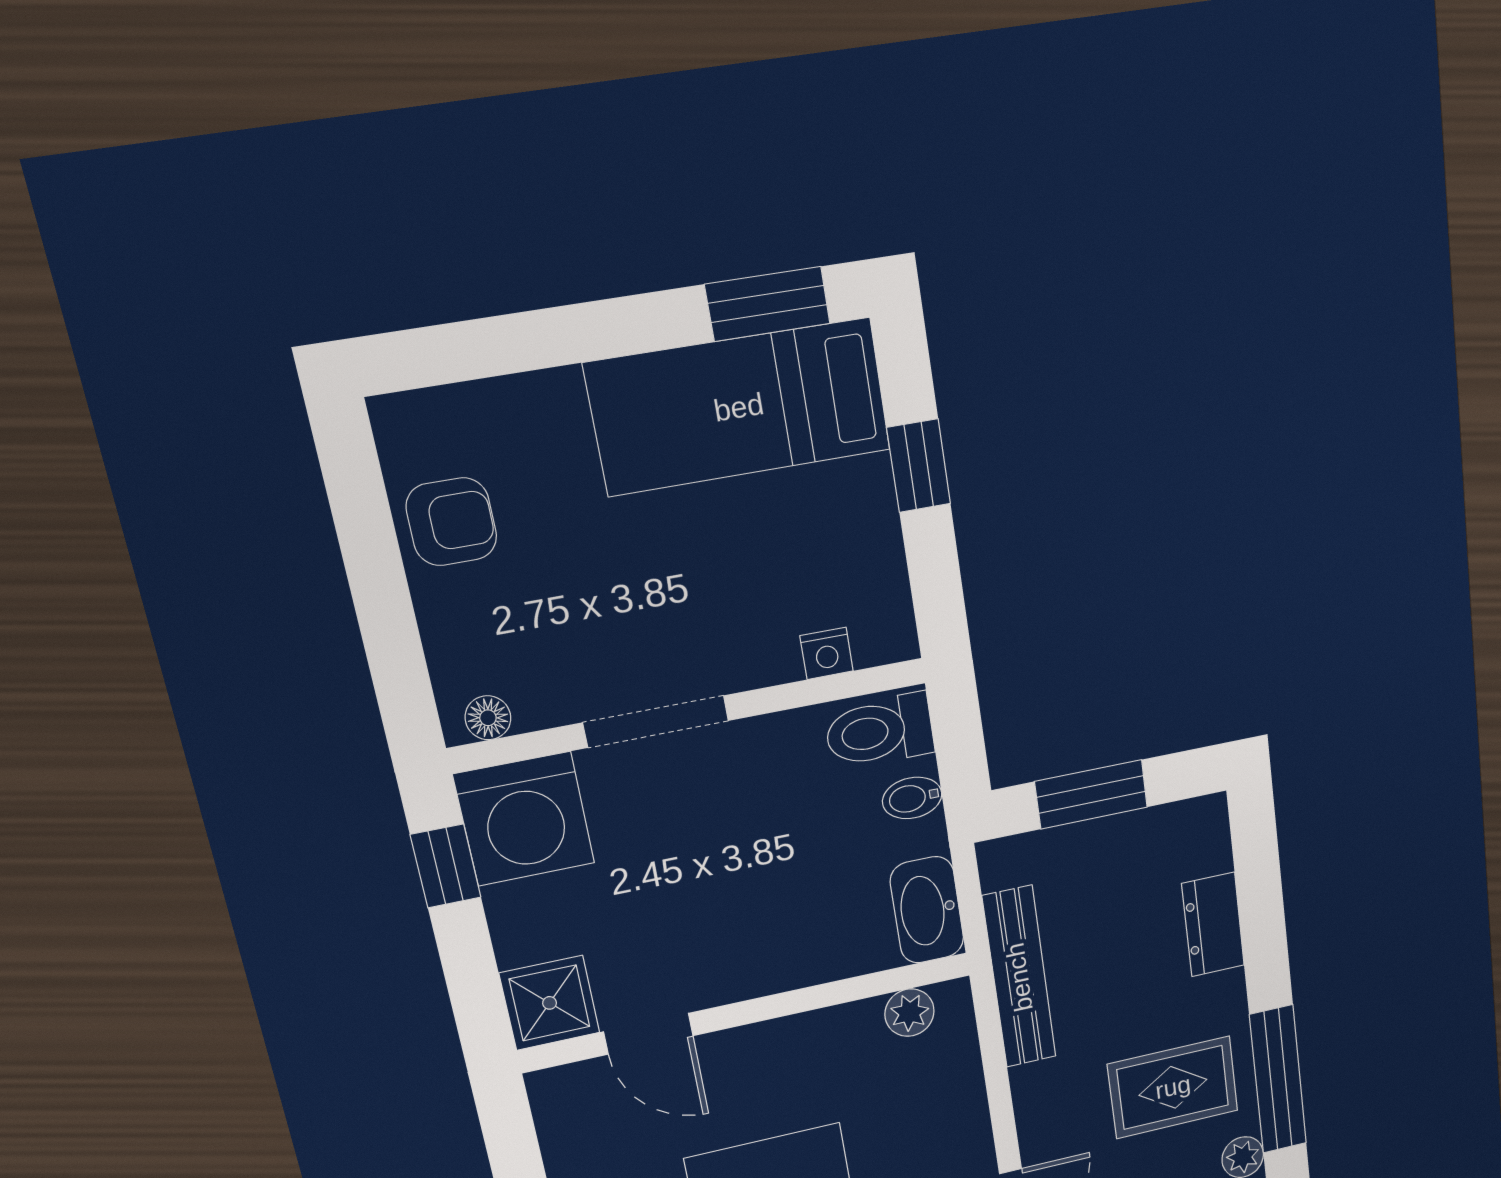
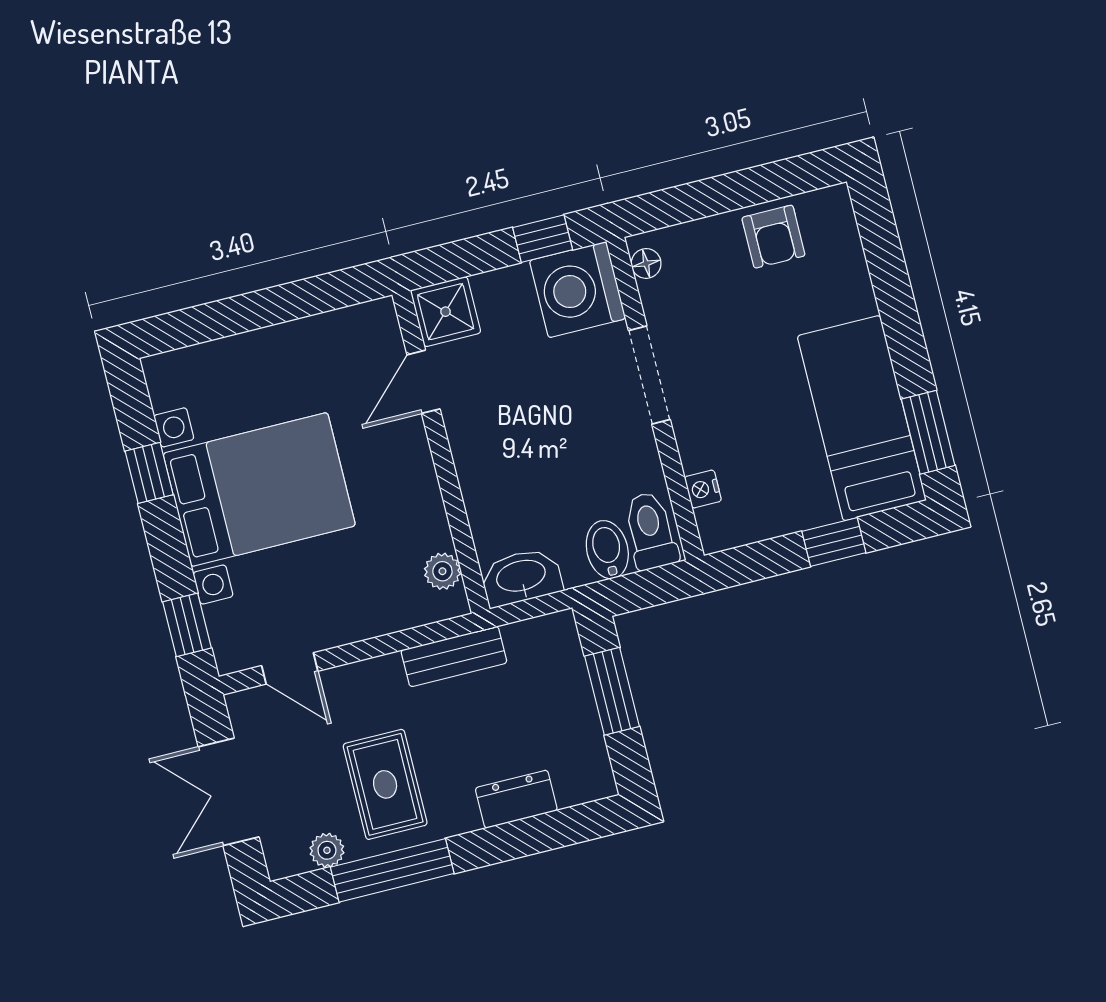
bidet: (912, 798) -> (607, 550), width x1.38, depth x1.36
bench: (1019, 977) -> (454, 657), width x0.73

